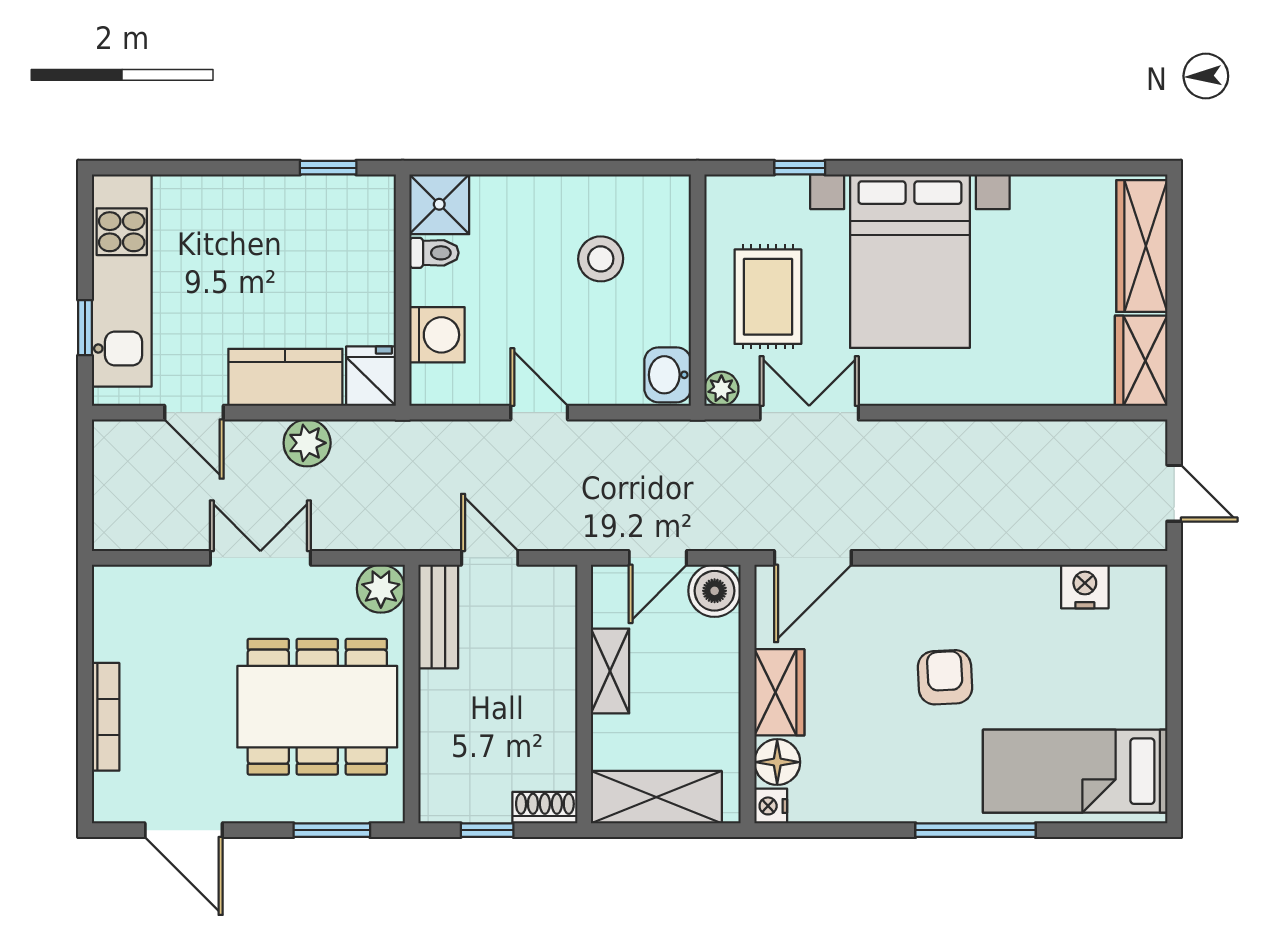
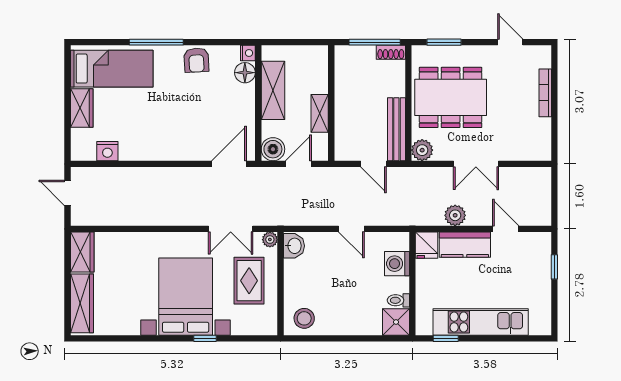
window: (800, 168) -> (205, 338), moved
stool: (601, 259) -> (304, 318), moved
kitchen unit: (122, 281) -> (481, 322), moved, turned 90
bench: (438, 616) -> (396, 129), width x1.36
armchair: (945, 677) -> (196, 60), moved
wardrobe: (779, 692) -> (82, 108), moved, turned 180
shelving: (656, 797) -> (273, 90), moved, turned 90
shoe rack: (545, 808) -> (391, 52), moved
door: (184, 830) -> (510, 42), width x0.73
window: (487, 830) -> (375, 42), width x2.17

